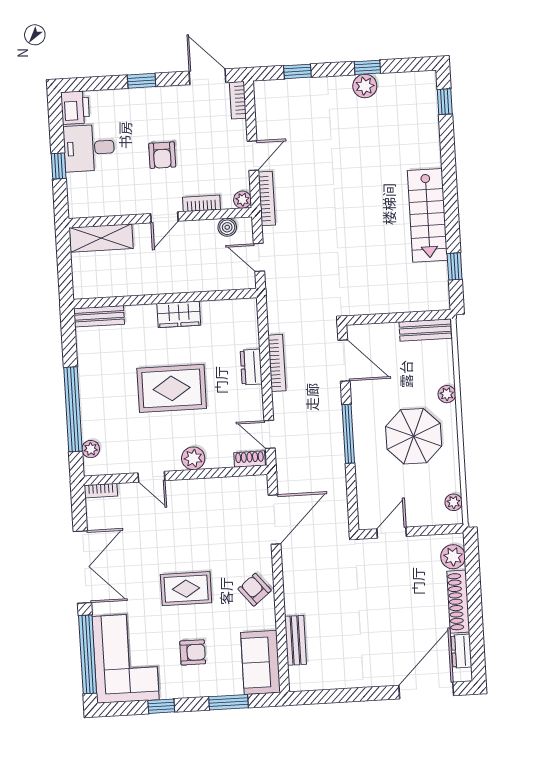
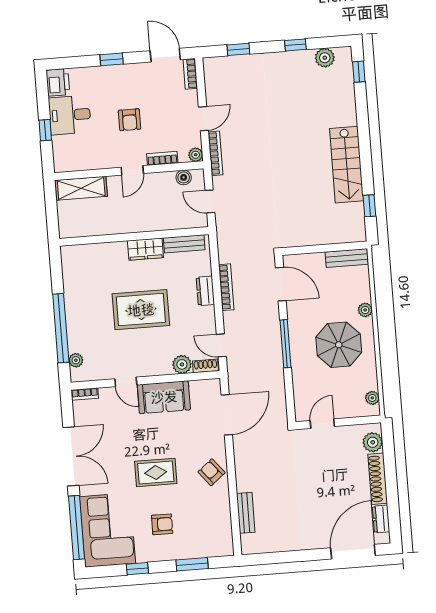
plant: (365, 86) -> (325, 58), moved
bench: (99, 316) -> (184, 244), moved
plant: (193, 458) -> (182, 364), moved
sofa: (261, 662) -> (164, 397), moved, turned -90

